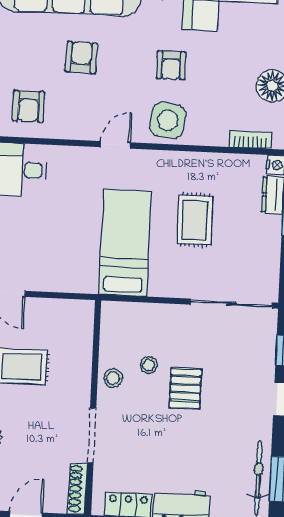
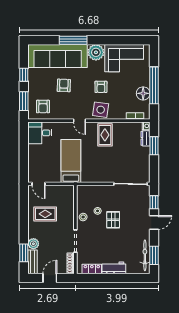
door: (115, 145) -> (80, 121), swing flipped
rug: (195, 220) -> (105, 135), moved
bed: (125, 243) -> (71, 161), moved

